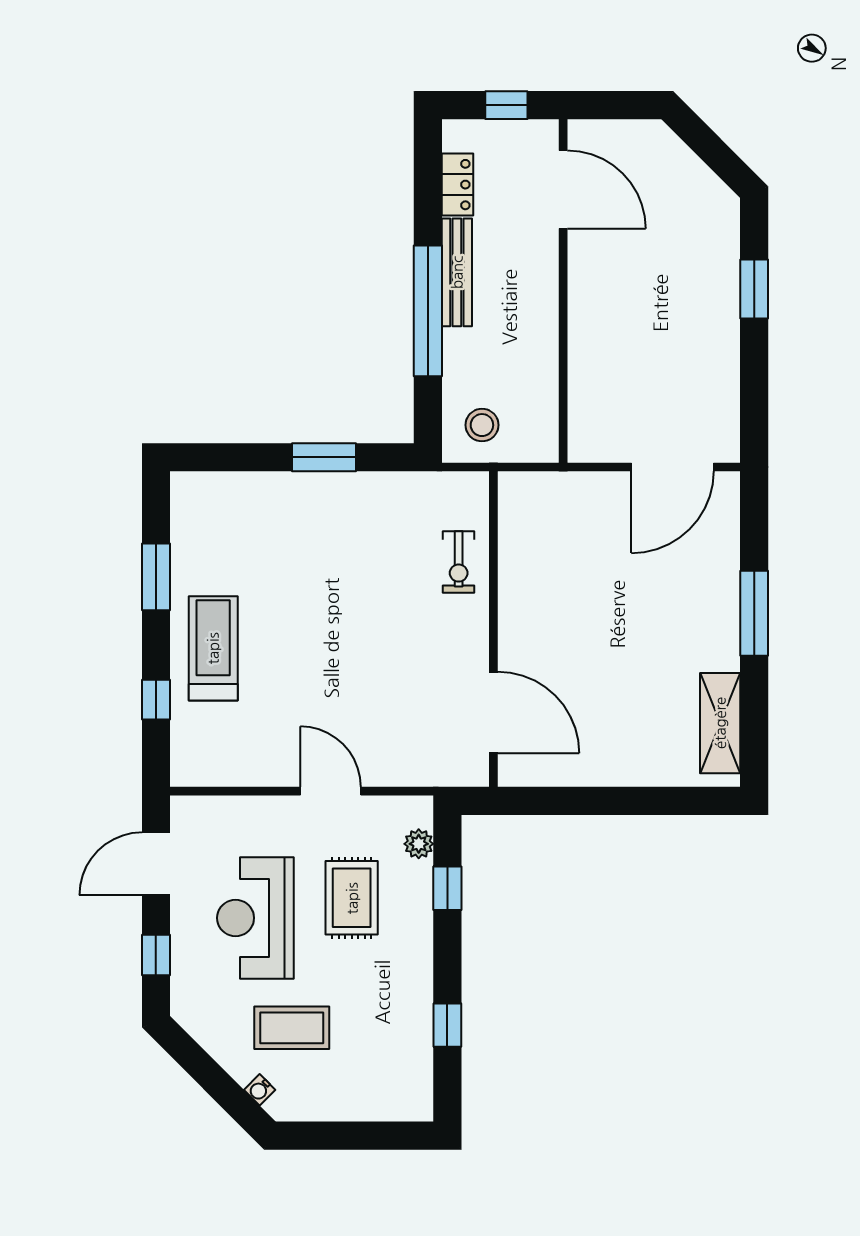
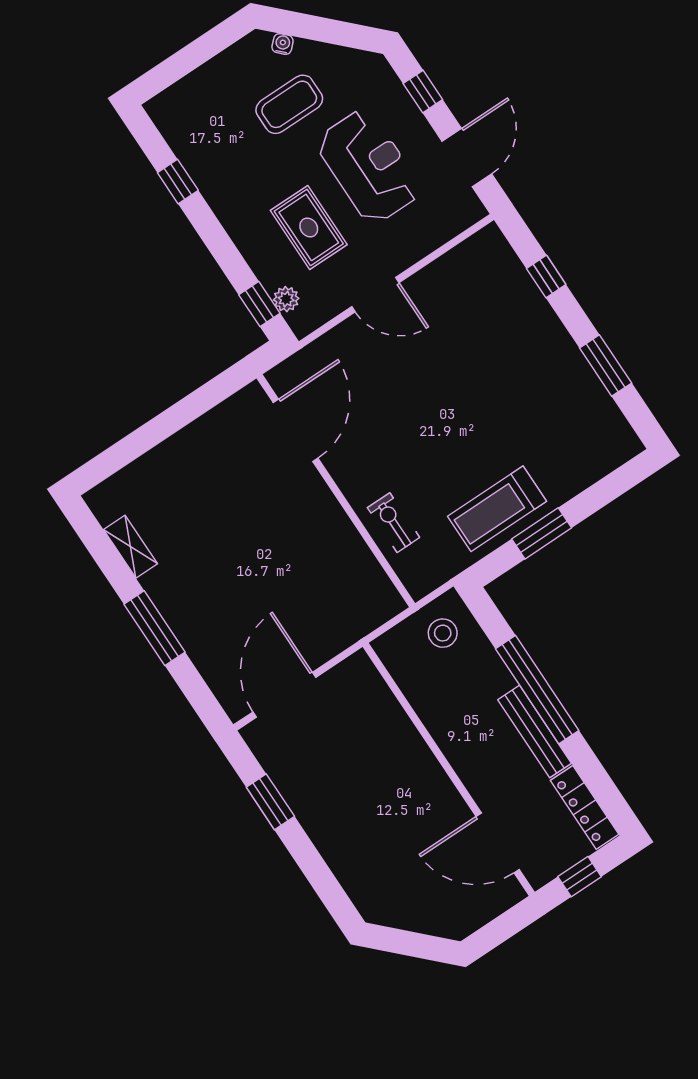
locker: (458, 185) -> (584, 807), width x1.53
window: (754, 289) -> (270, 802), moved
treadmill: (213, 648) -> (497, 509), moved, turned 90
door: (493, 712) -> (296, 430), swing flipped
shelving: (720, 723) -> (131, 547), width x0.67, depth x0.75
window: (447, 888) -> (259, 304), moved

